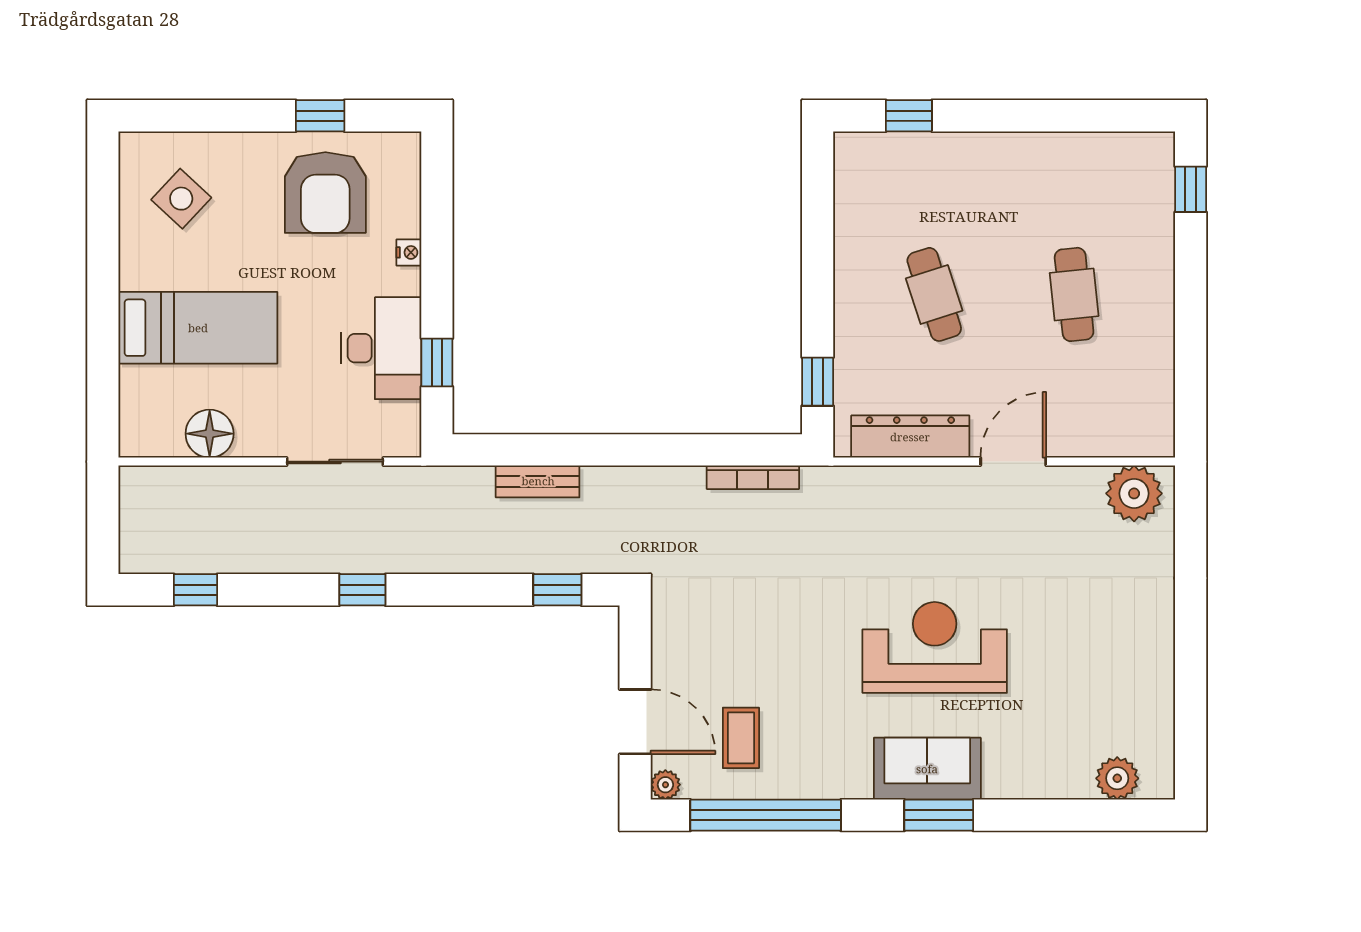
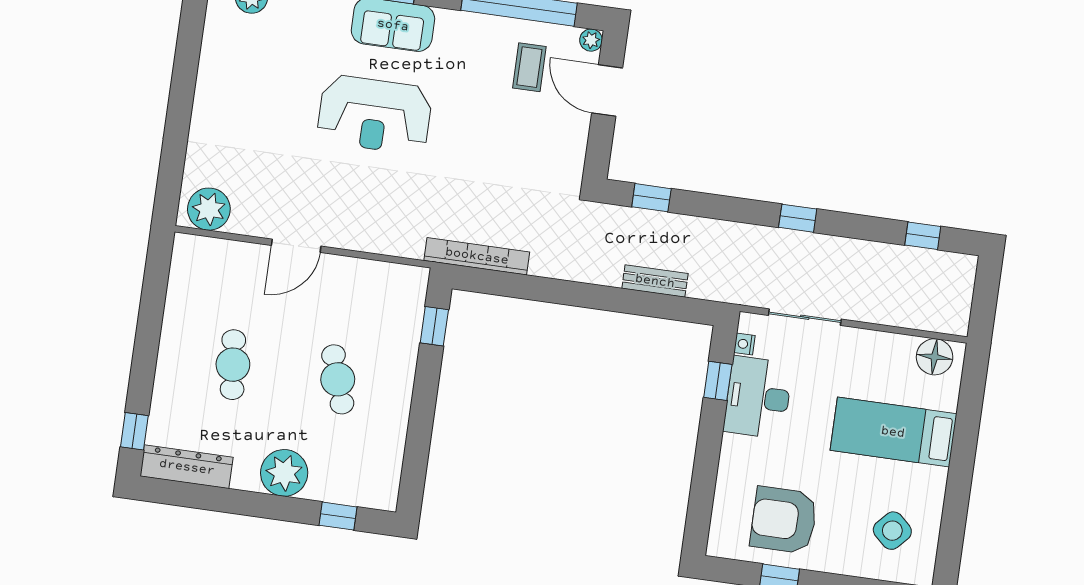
plant: (987, 162) -> (284, 473), added
armchair: (325, 192) -> (784, 520), turned -90
nightstand: (409, 252) -> (744, 344), moved
floor lamp: (210, 434) -> (935, 357), moved
dresser: (910, 437) -> (187, 467), moved, turned 180
bookcase: (753, 477) -> (477, 256), width x1.48, depth x1.31

